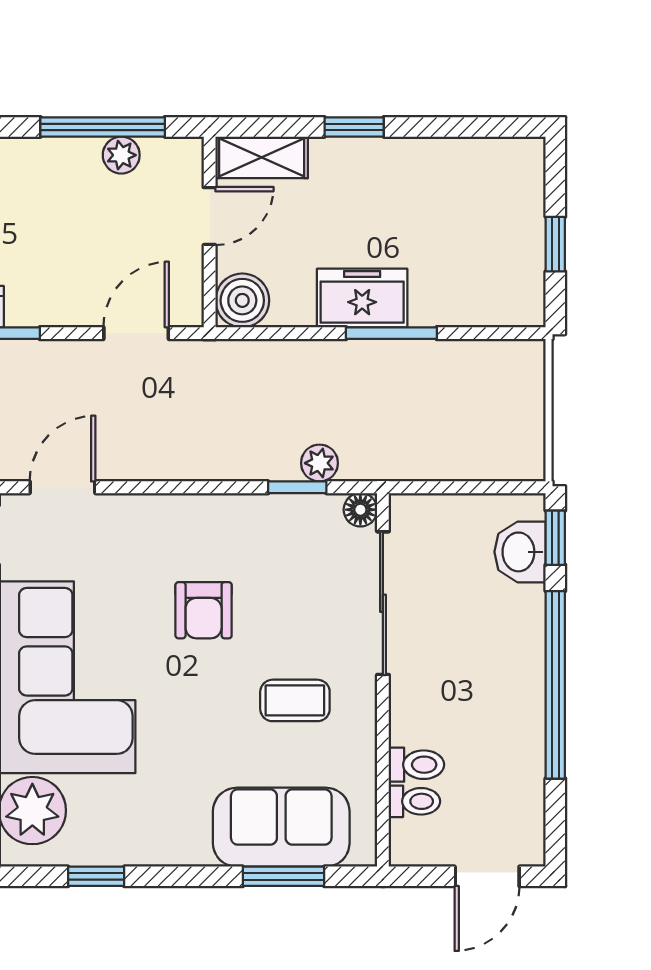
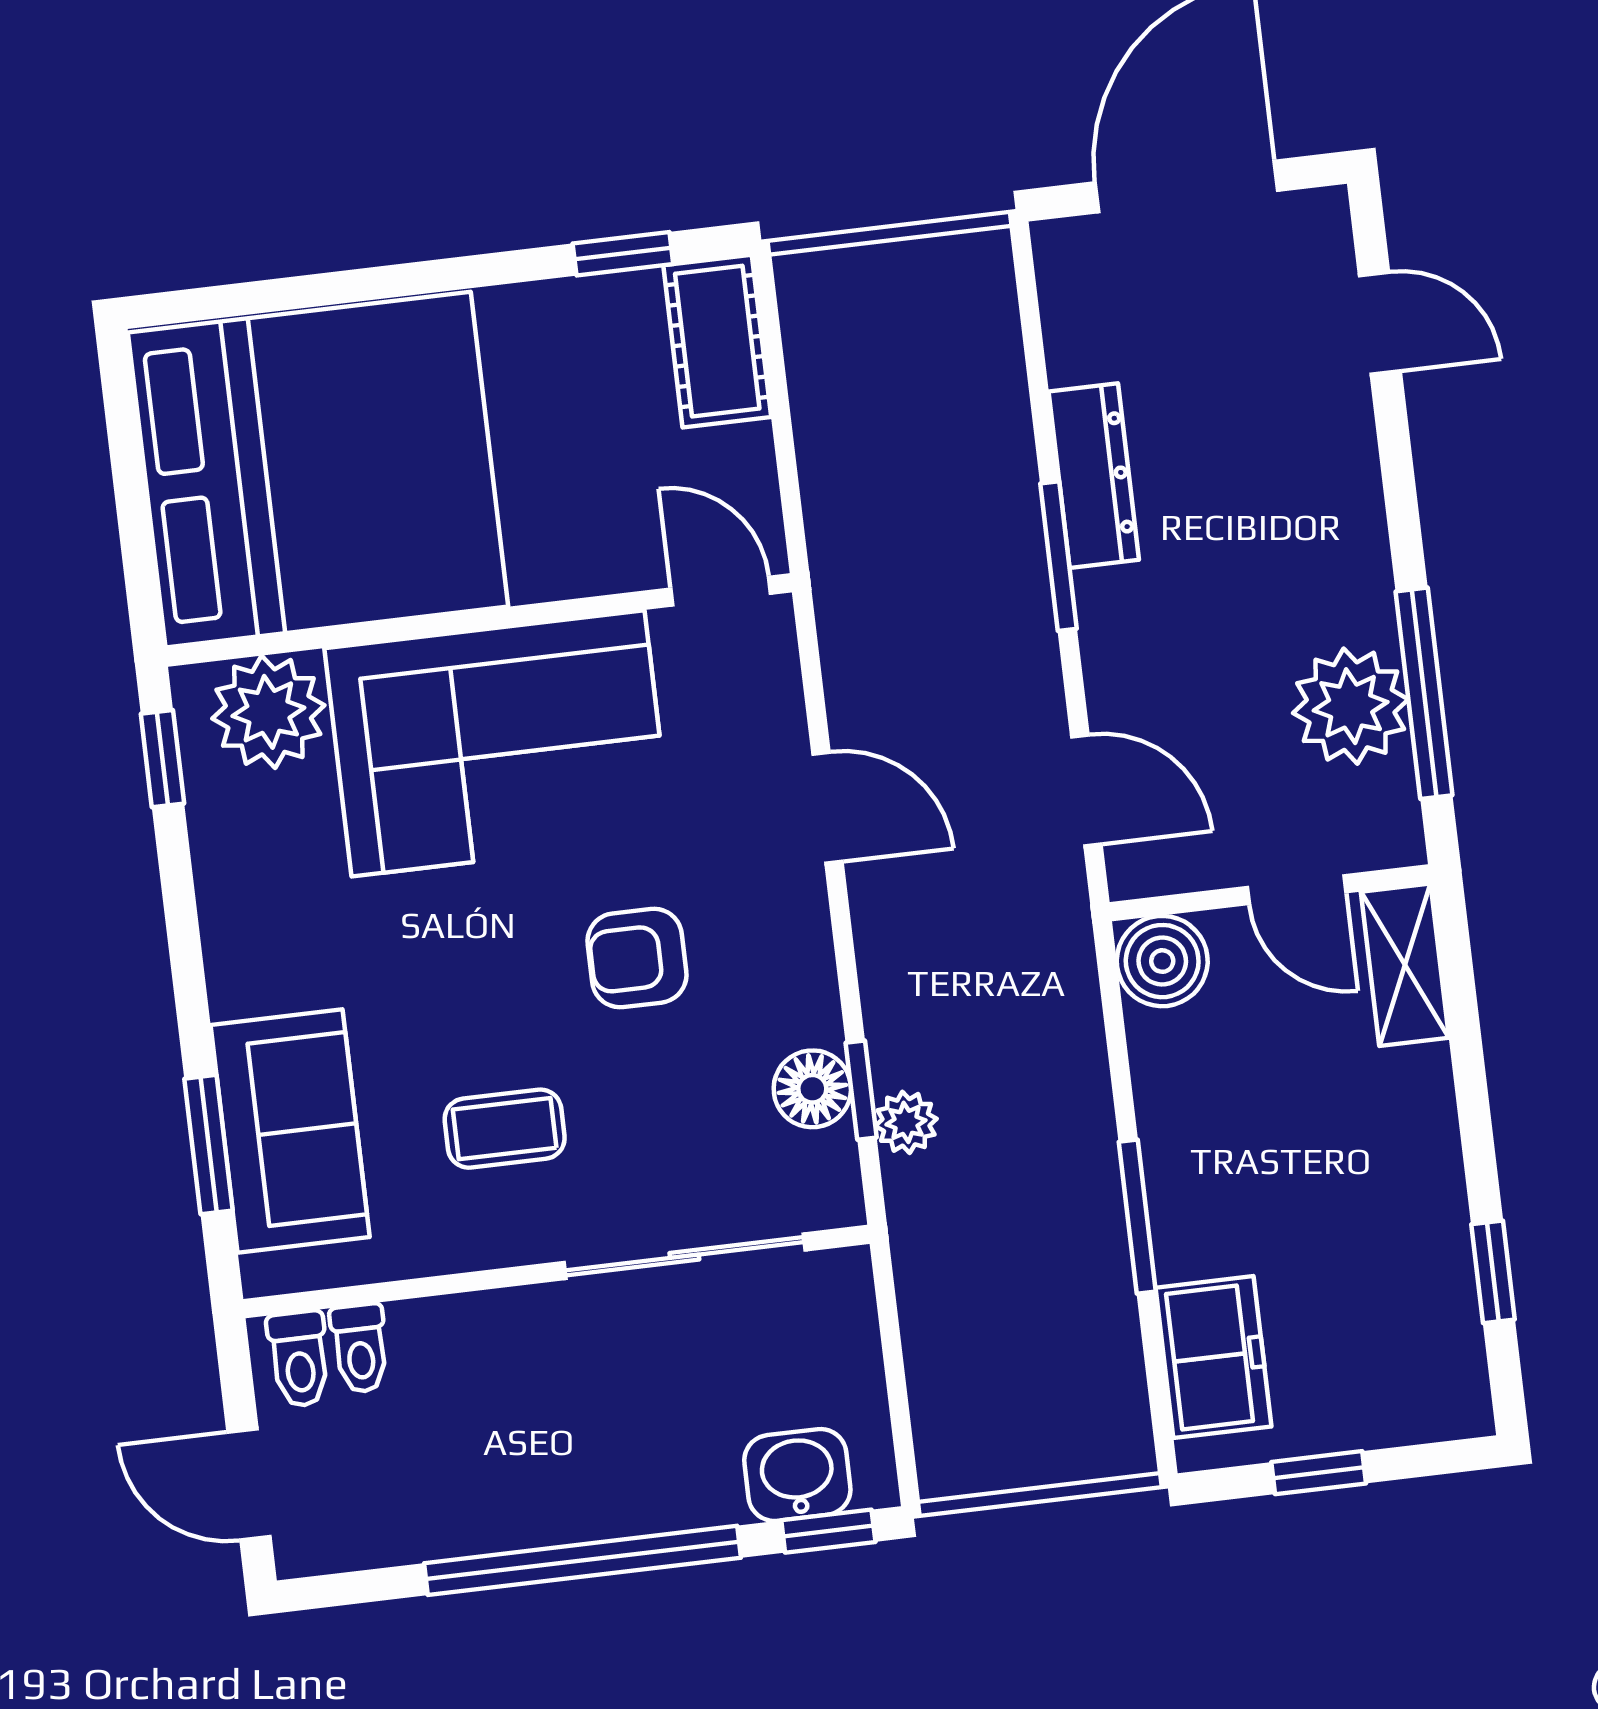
window: (354, 127) -> (1493, 1272), moved
plant: (121, 155) -> (1351, 706), width x1.88, depth x1.88
freezer: (362, 298) -> (1213, 1357), moved
door: (63, 487) -> (827, 808), moved
floor lamp: (360, 510) -> (812, 1089), moved, width x1.37, depth x1.37
coffee table: (295, 700) -> (505, 1129), turned 90
toilet: (416, 765) -> (299, 1359), moved
window: (96, 876) -> (162, 759), moved

